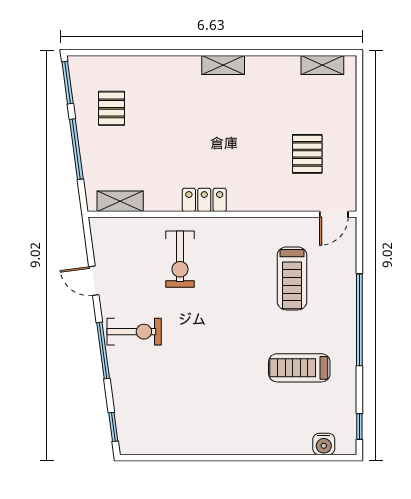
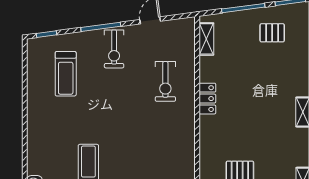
exercise bike: (180, 259) -> (165, 81), turned -90
treadmill: (292, 278) -> (66, 74), moved, turned -90

